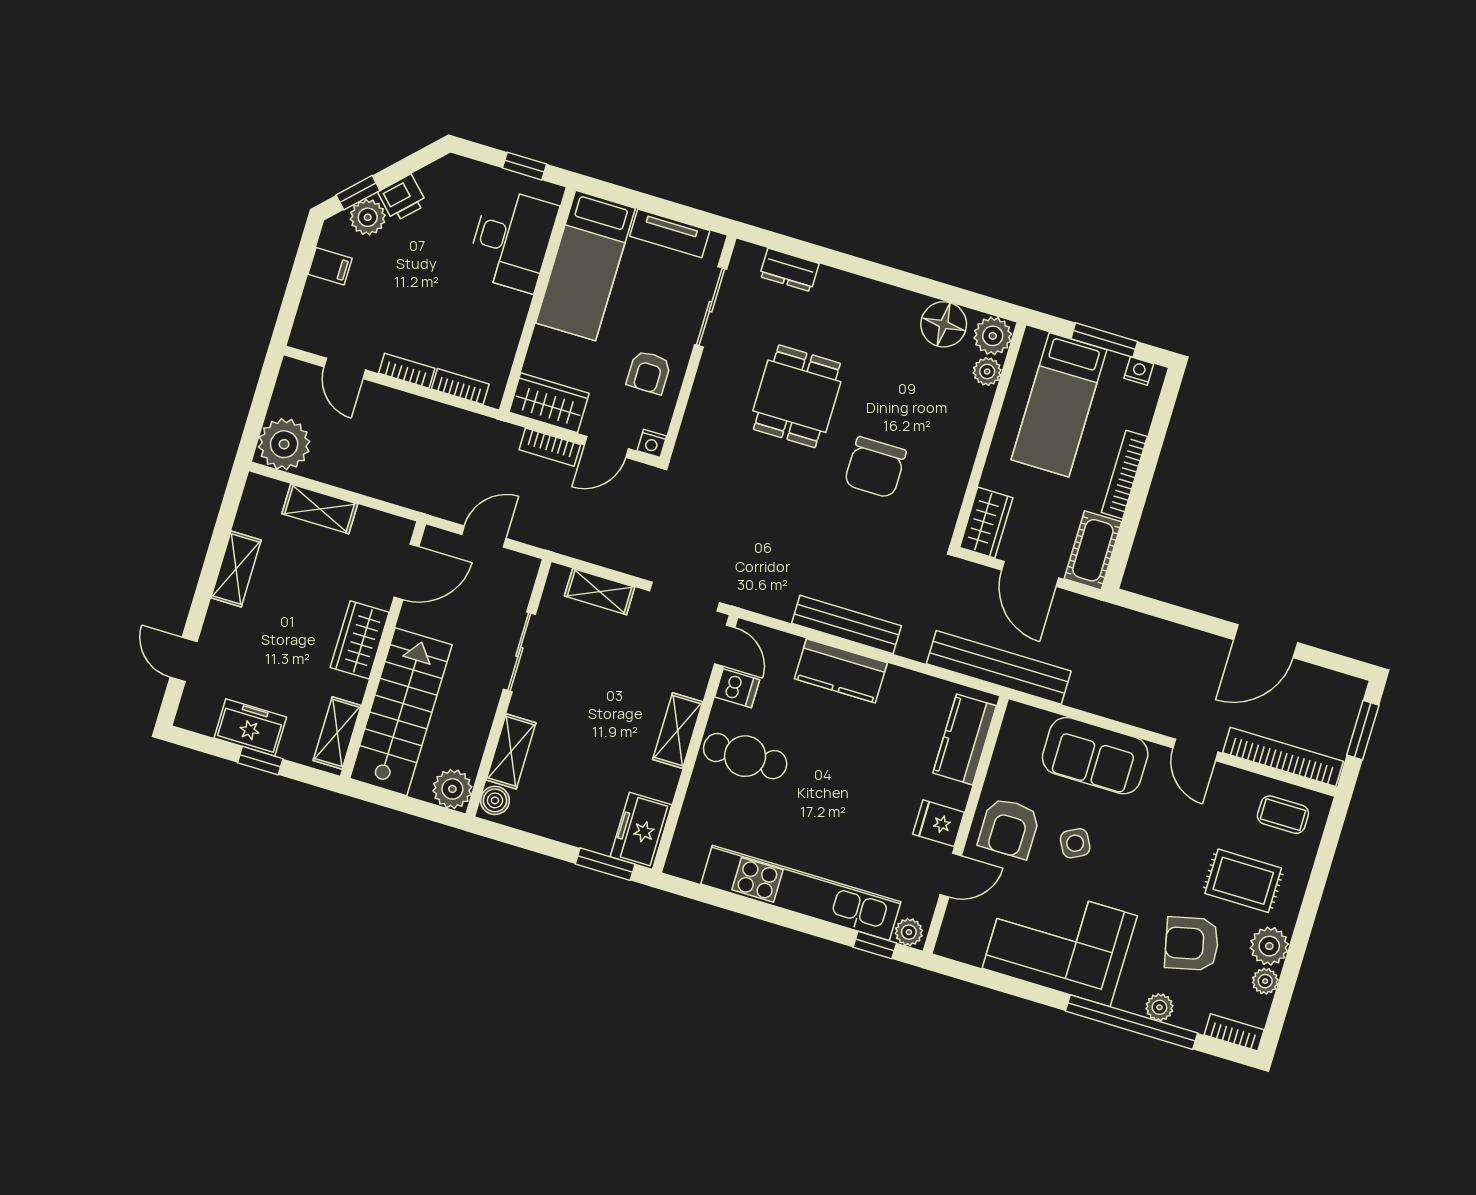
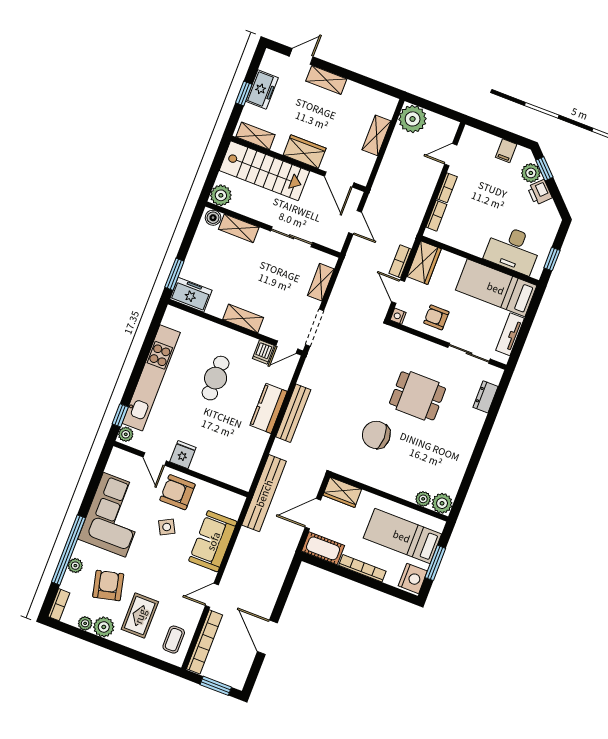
floor lamp: (944, 324) -> (450, 477), removed
nightstand: (1139, 371) -> (413, 578), width x1.89, depth x1.79
shelving: (236, 569) -> (326, 80), moved
kitchen counter: (965, 739) -> (227, 472), removed
cafe table: (745, 756) -> (216, 378), moved

